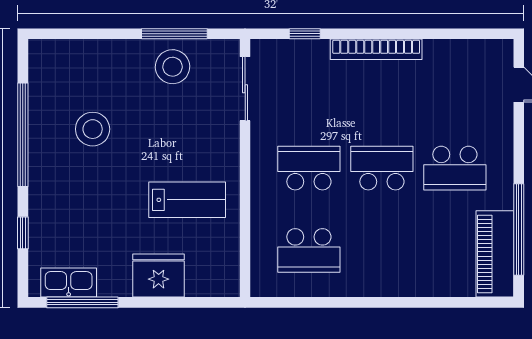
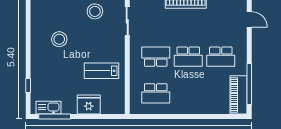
window: (23, 135) -> (28, 42), removed
school desk: (382, 168) -> (188, 57), turned 180
lab bench: (187, 200) -> (101, 71), turned 180

